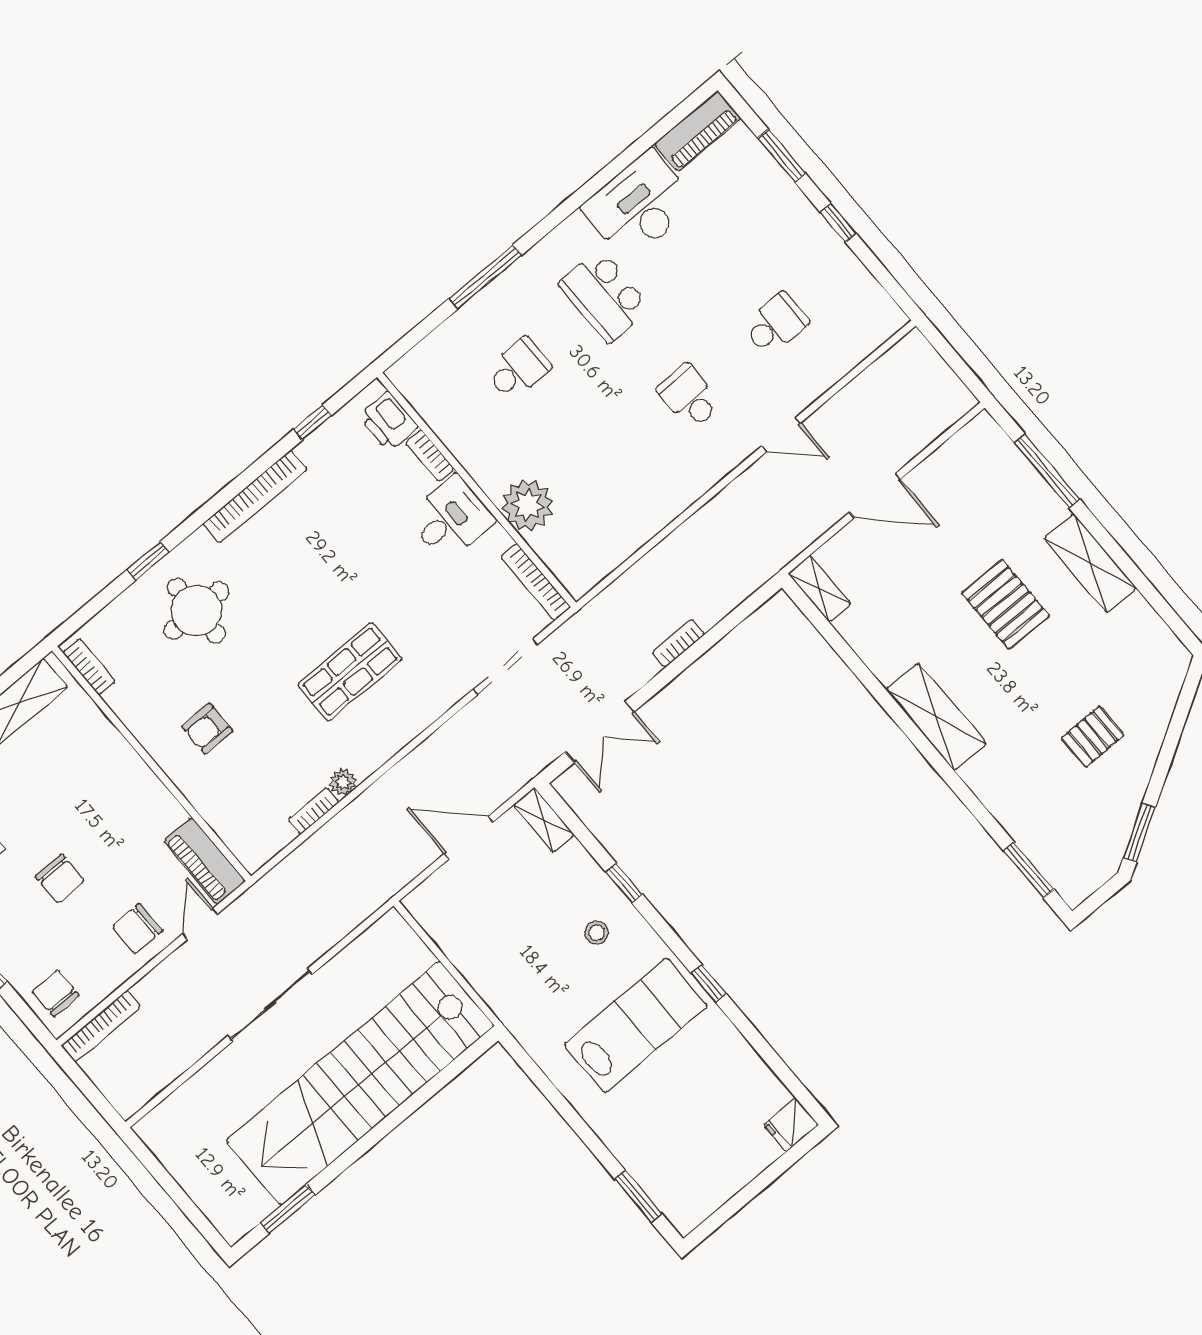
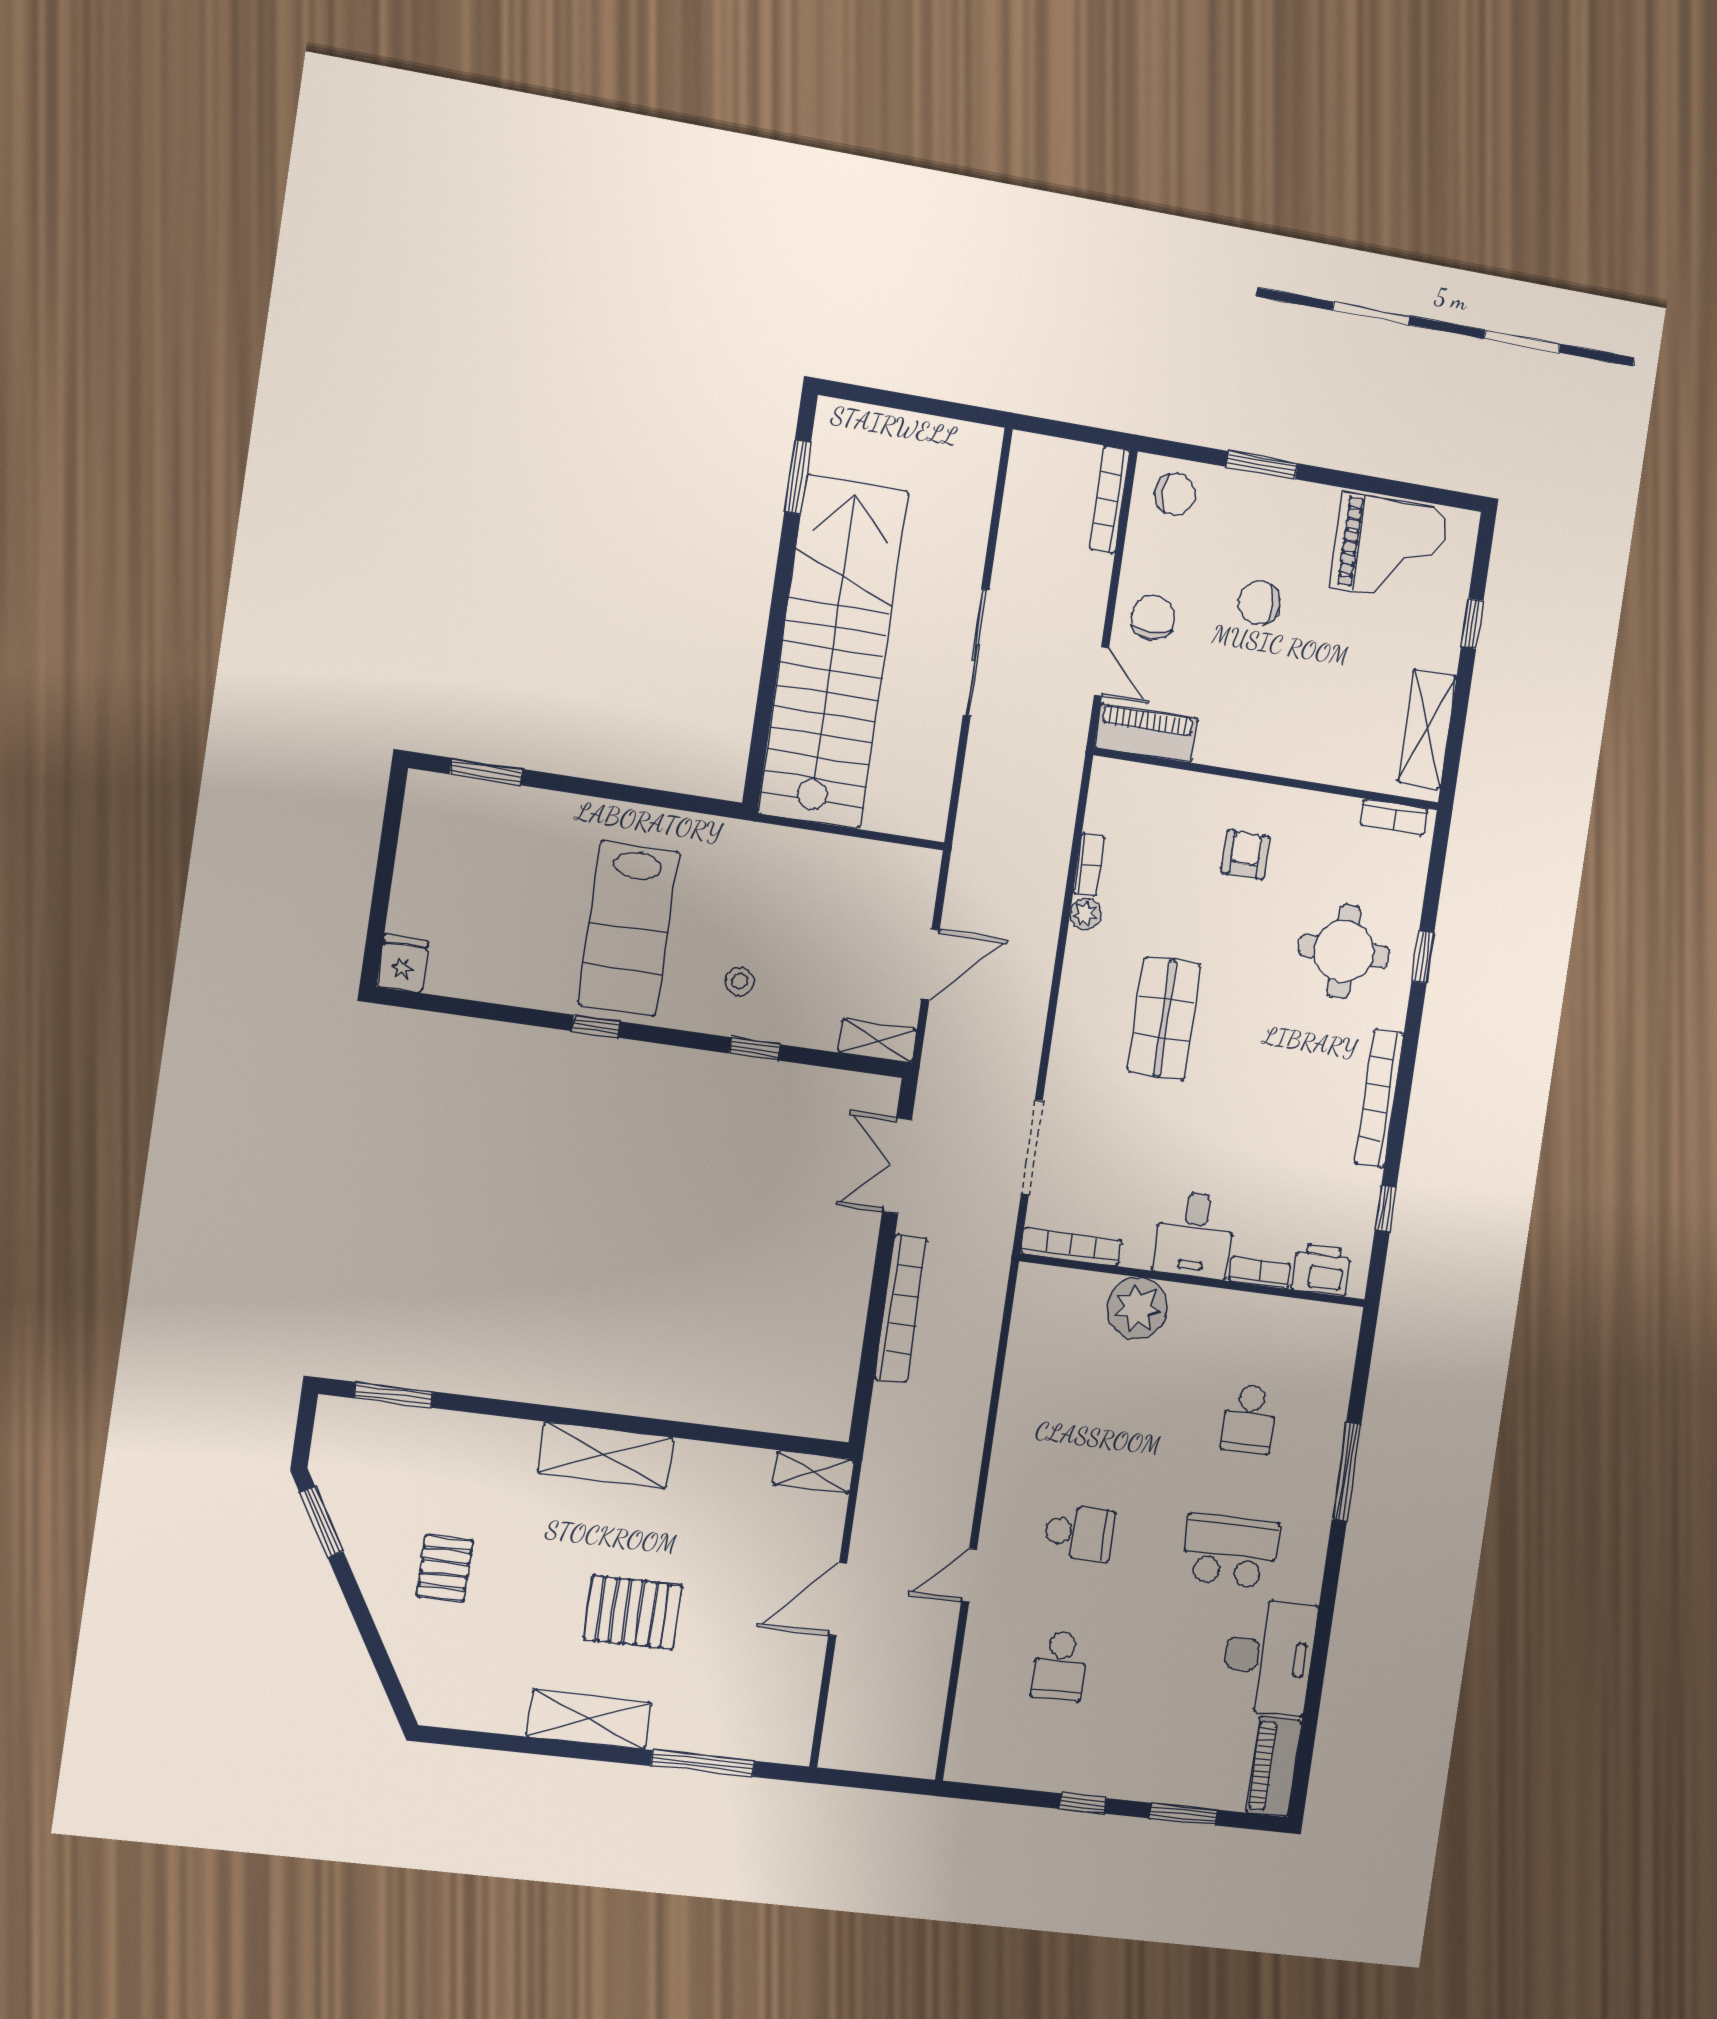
bookcase: (678, 643) -> (901, 1309), width x2.31, depth x1.31

